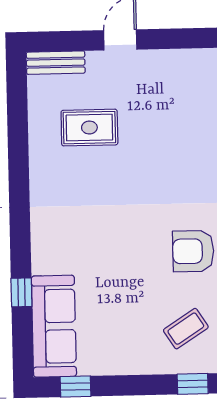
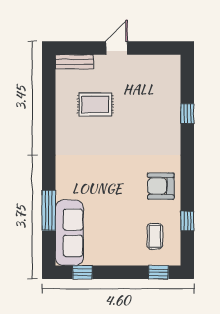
window: (21, 292) -> (49, 210), width x2.17
coffee table: (186, 329) -> (155, 236), turned -57

